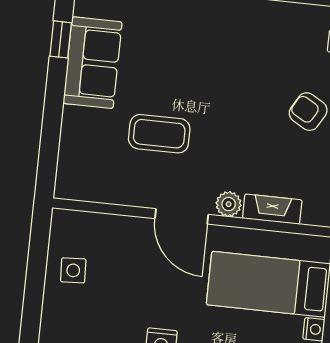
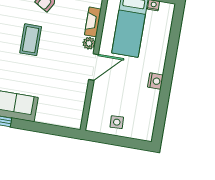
coffee table: (159, 134) -> (31, 40), moved

